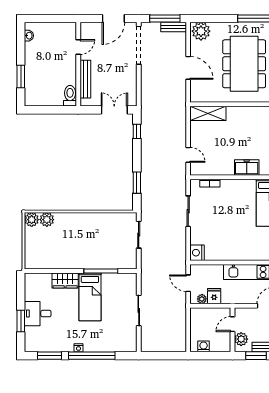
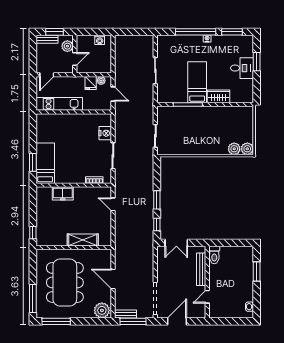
shelving: (208, 113) -> (83, 240), moved
window: (137, 183) -> (157, 200), moved
nightstand: (197, 253) -> (105, 133), moved

